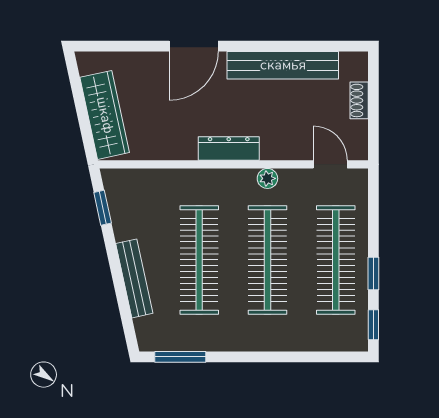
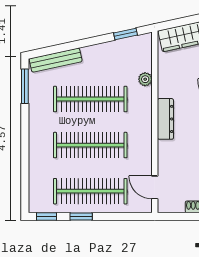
door: (330, 164) -> (155, 187), swing flipped
plant: (267, 178) -> (145, 79), moved
bench: (134, 278) -> (56, 60), moved

